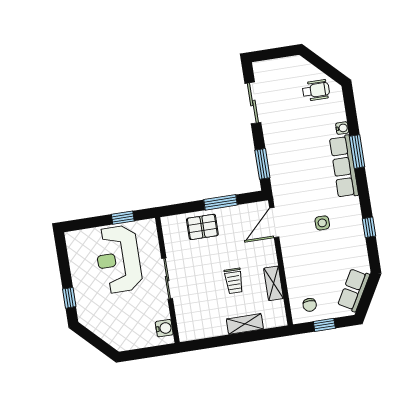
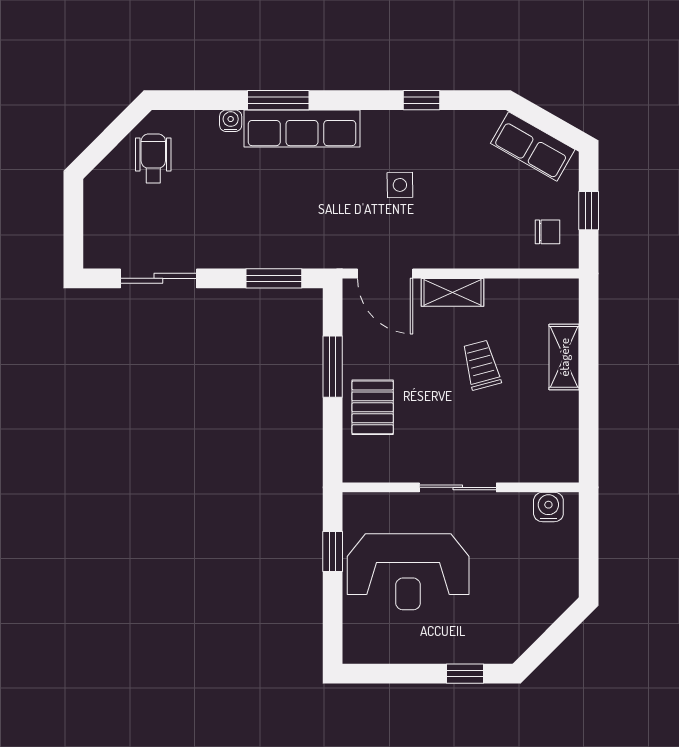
trolley: (234, 281) -> (481, 365), turned -105
shelving: (274, 283) -> (453, 292), moved

